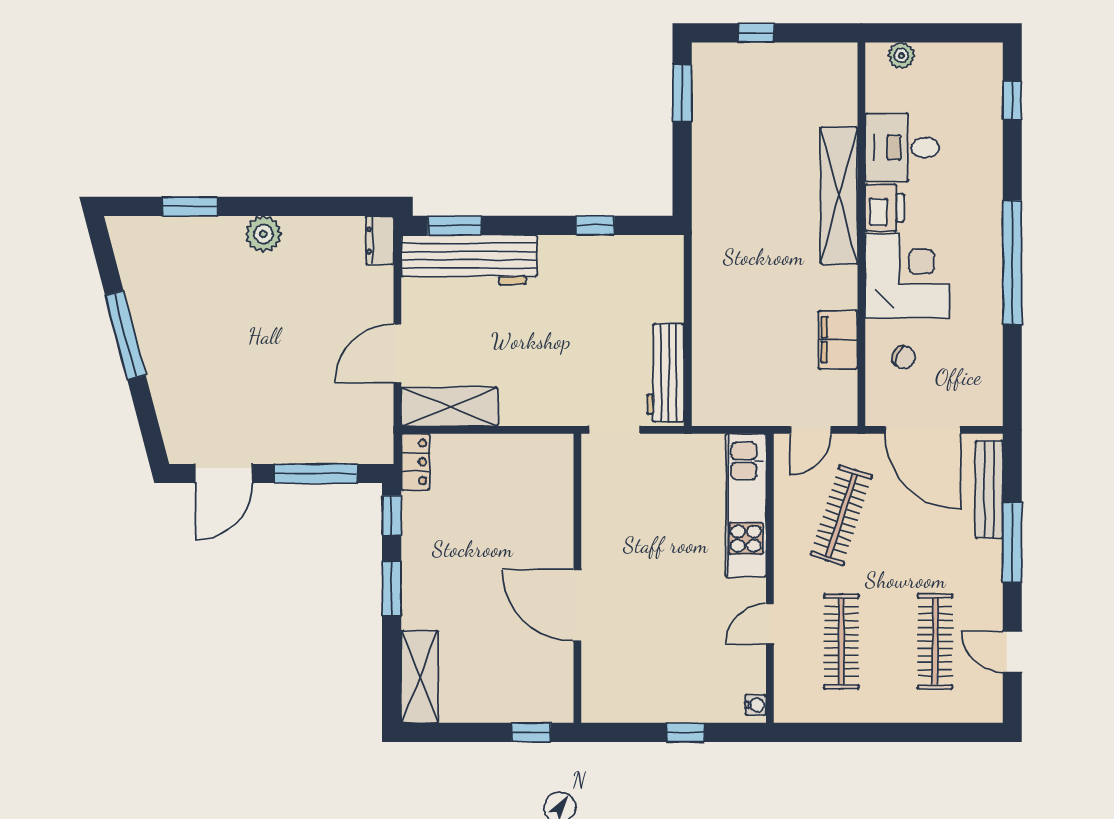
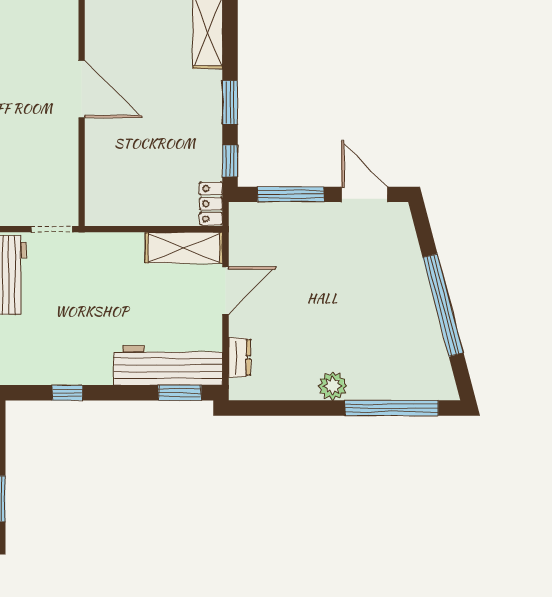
window: (190, 206) -> (392, 408), width x2.11
dresser: (380, 240) -> (239, 357), moved
window: (125, 335) -> (443, 305), width x1.46
door: (224, 474) -> (364, 194), hinge flipped

